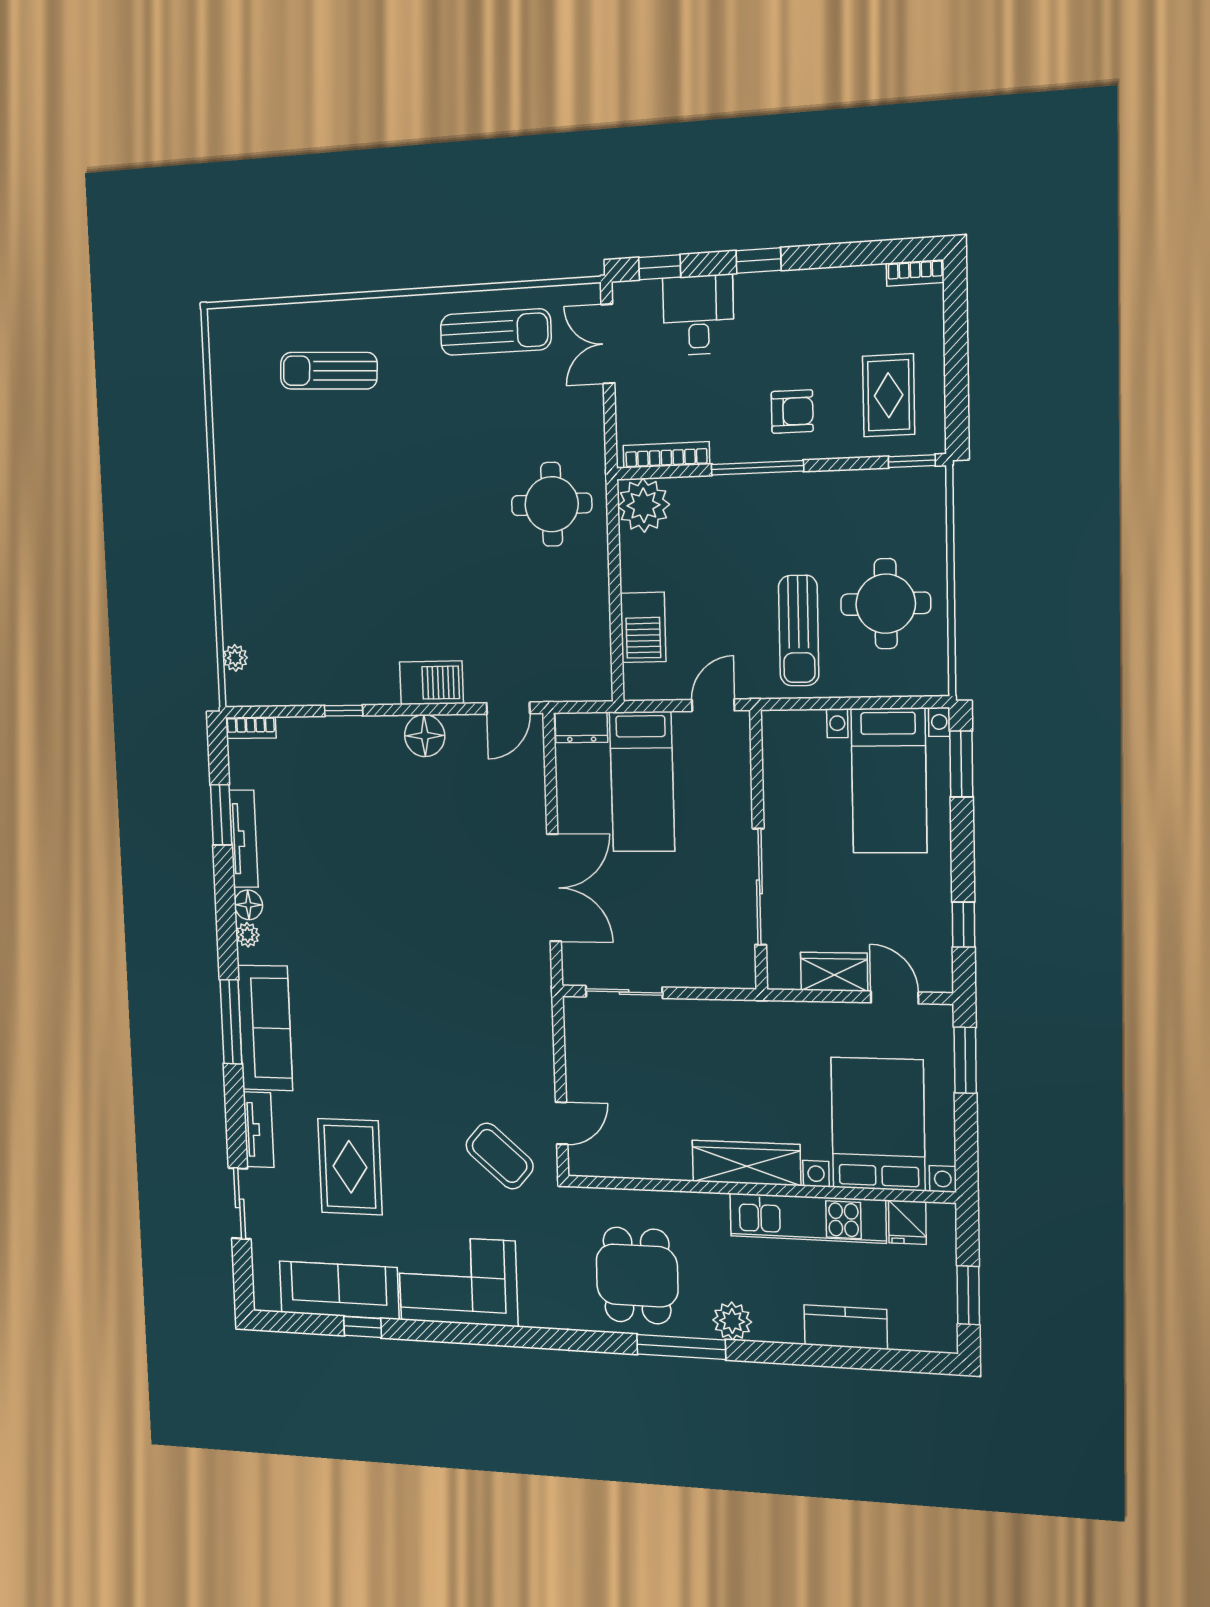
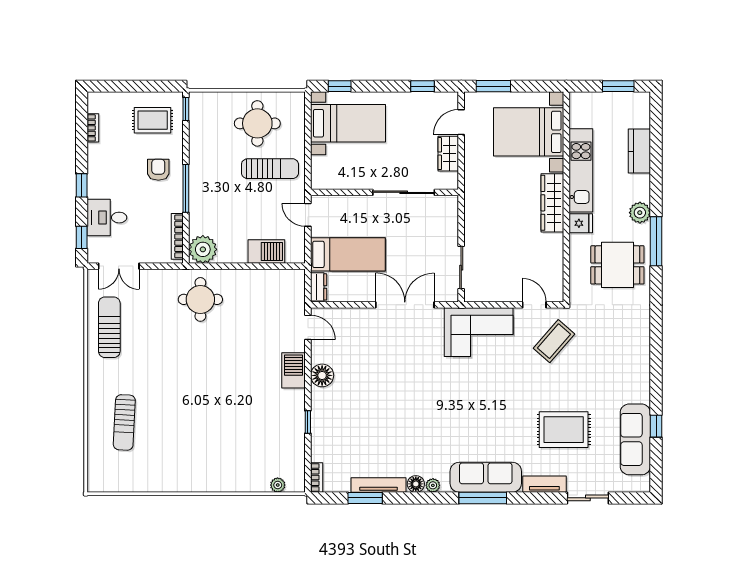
bookcase: (915, 273) -> (93, 128), moved
window: (961, 764) -> (340, 86), width x0.67
fridge: (907, 1222) -> (581, 223), moved
corner sofa: (458, 1281) -> (479, 332), moved, turned -90

